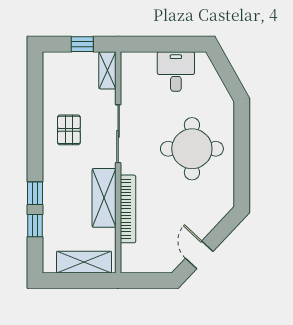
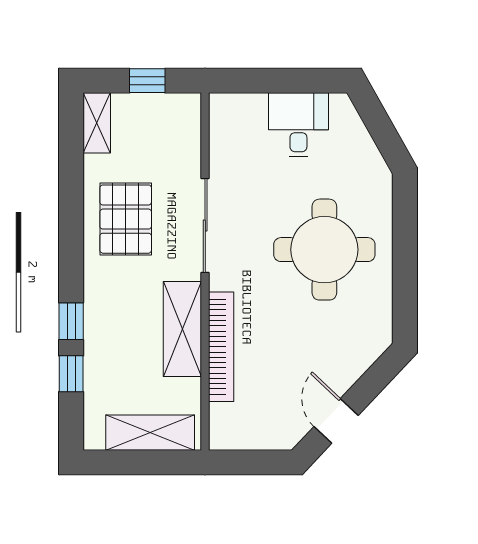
shelving: (107, 70) -> (97, 123), moved
pallet: (69, 130) -> (126, 219), width x1.50, depth x1.42

